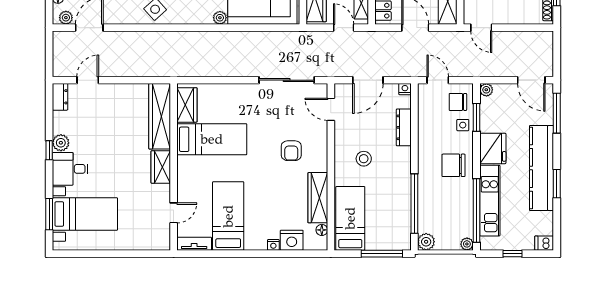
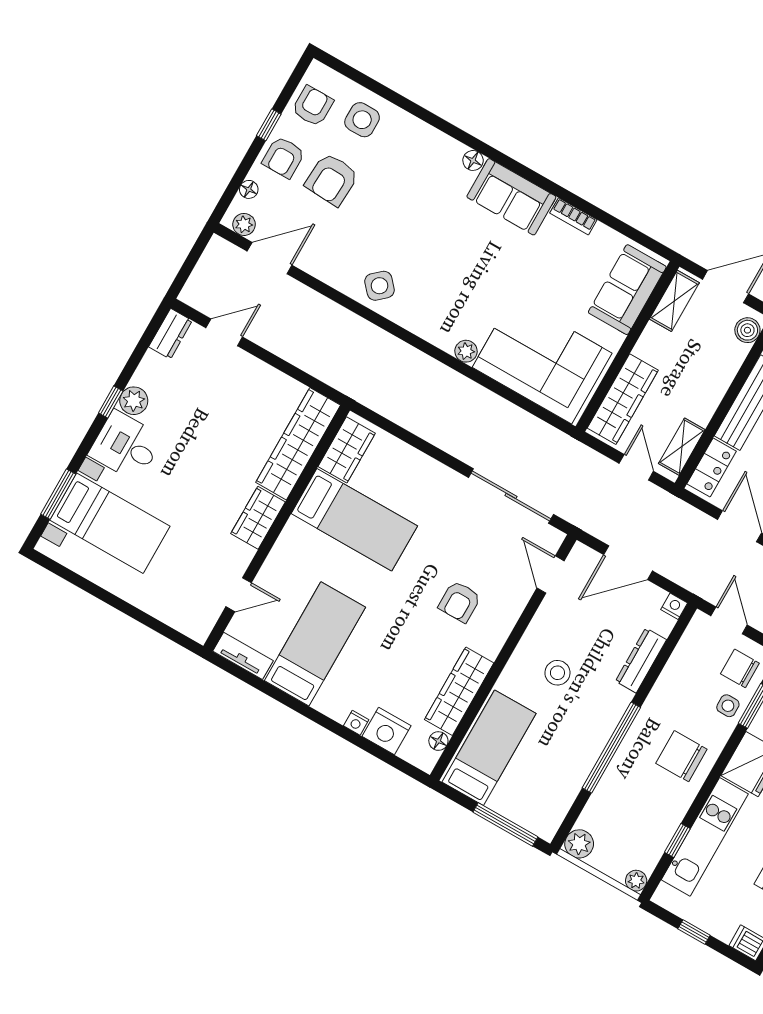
window: (414, 204) -> (611, 748), moved
window: (477, 211) -> (677, 840), width x0.32

